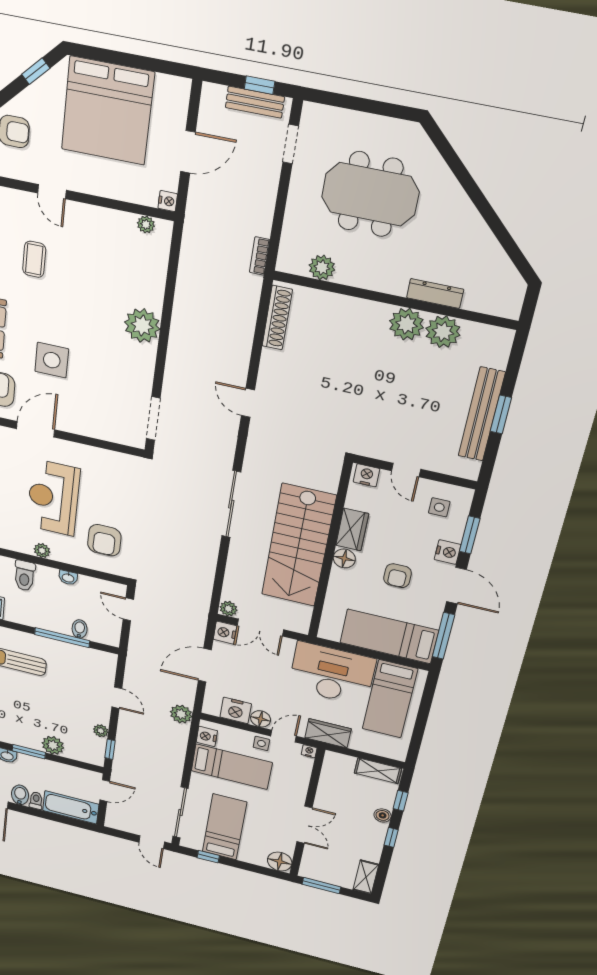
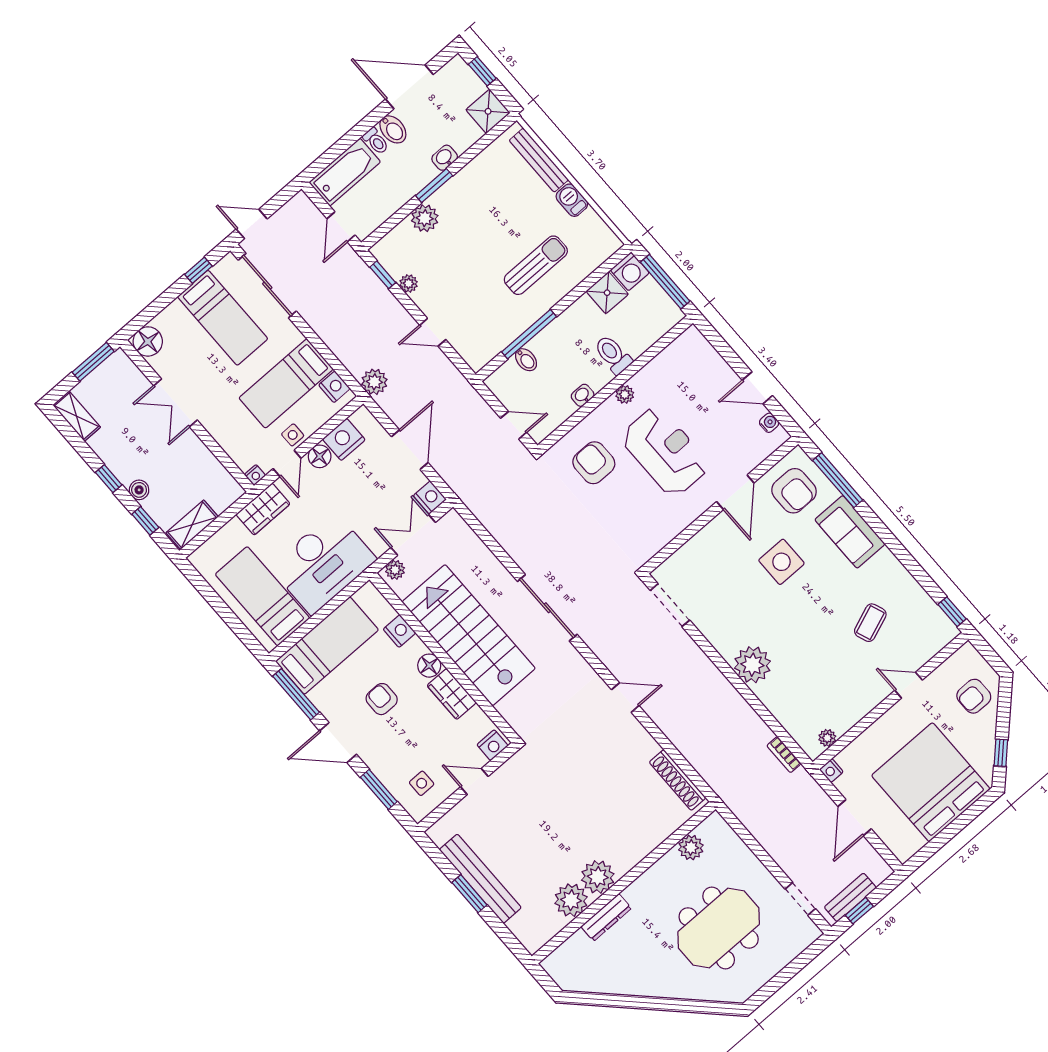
bookcase: (260, 256) -> (784, 755), moved, turned 180
coffee table: (34, 259) -> (870, 623), turned 69
nightstand: (448, 552) -> (399, 631), moved, turned 180
plant: (228, 609) -> (395, 570), moved

